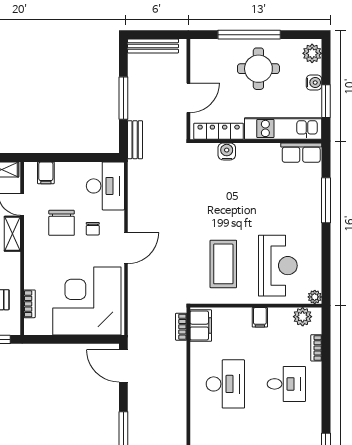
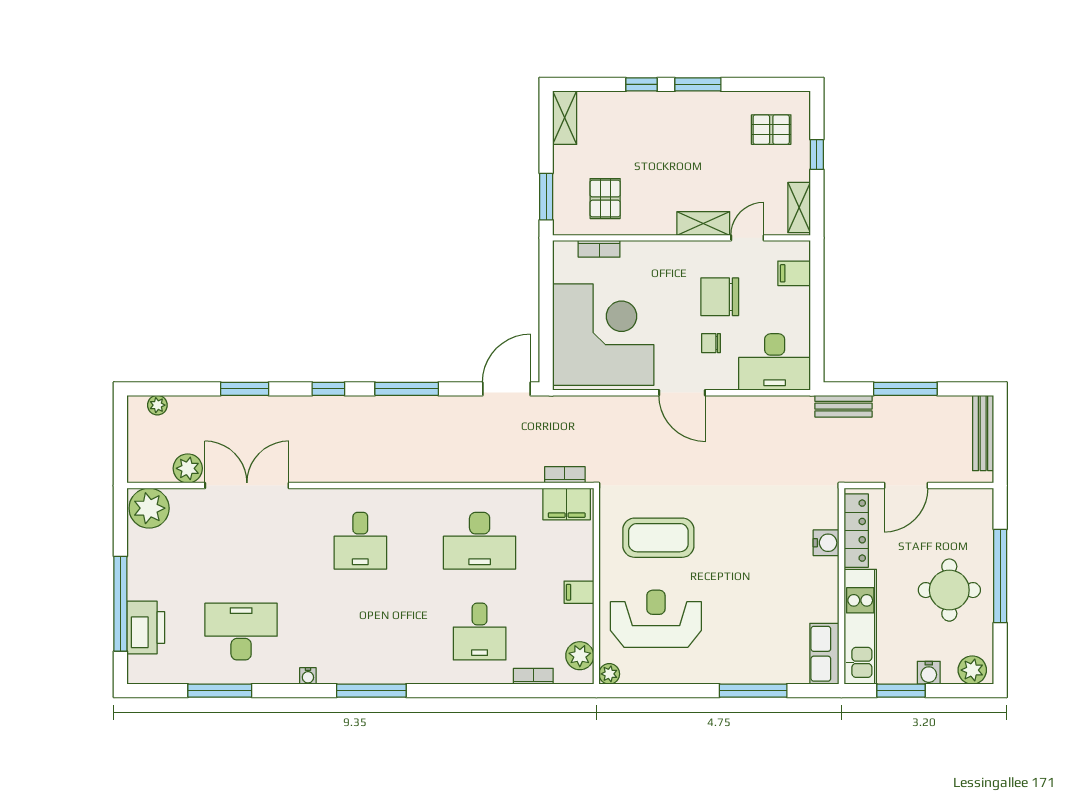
door: (188, 98) -> (906, 486), hinge flipped
reception desk: (278, 266) -> (656, 619), turned 180

